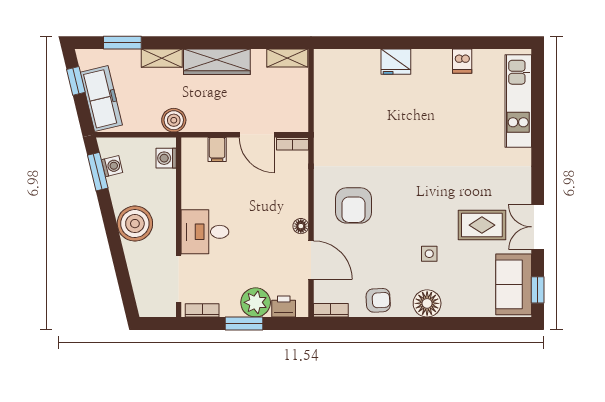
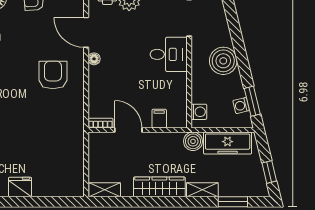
freezer: (101, 99) -> (228, 143), moved, turned -76

